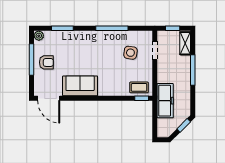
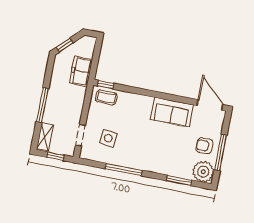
plant: (39, 36) -> (203, 172), width x1.88, depth x1.88
freezer: (165, 101) -> (81, 71), width x0.71

